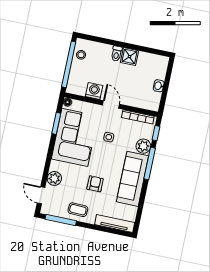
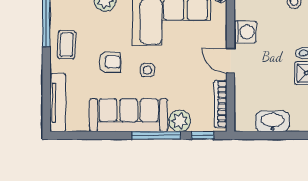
washbasin: (159, 86) -> (273, 121), width x1.91, depth x1.45
door: (111, 105) -> (231, 61), swing flipped
side table: (109, 137) -> (147, 70), moved

